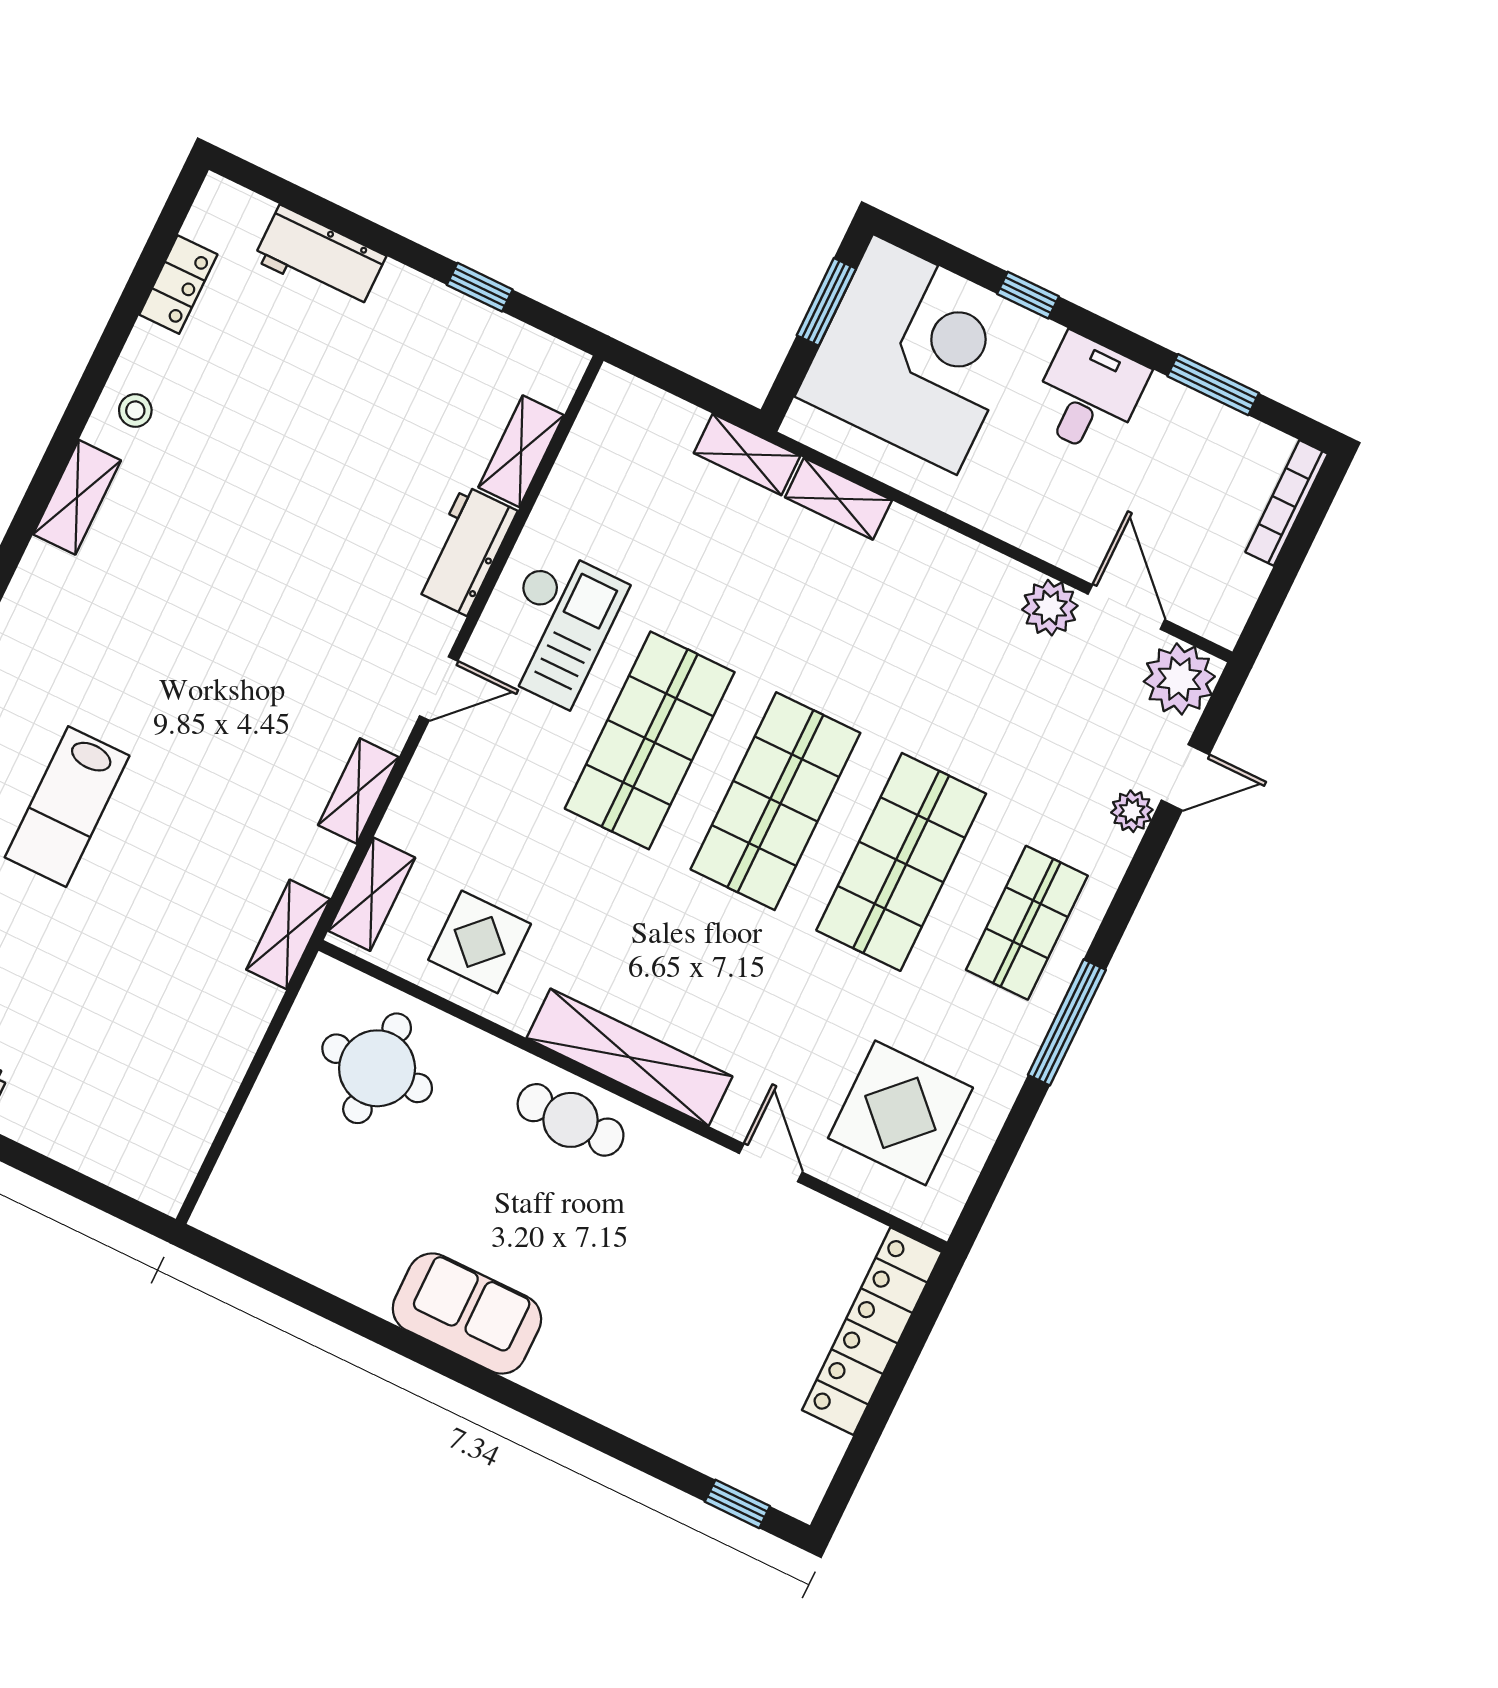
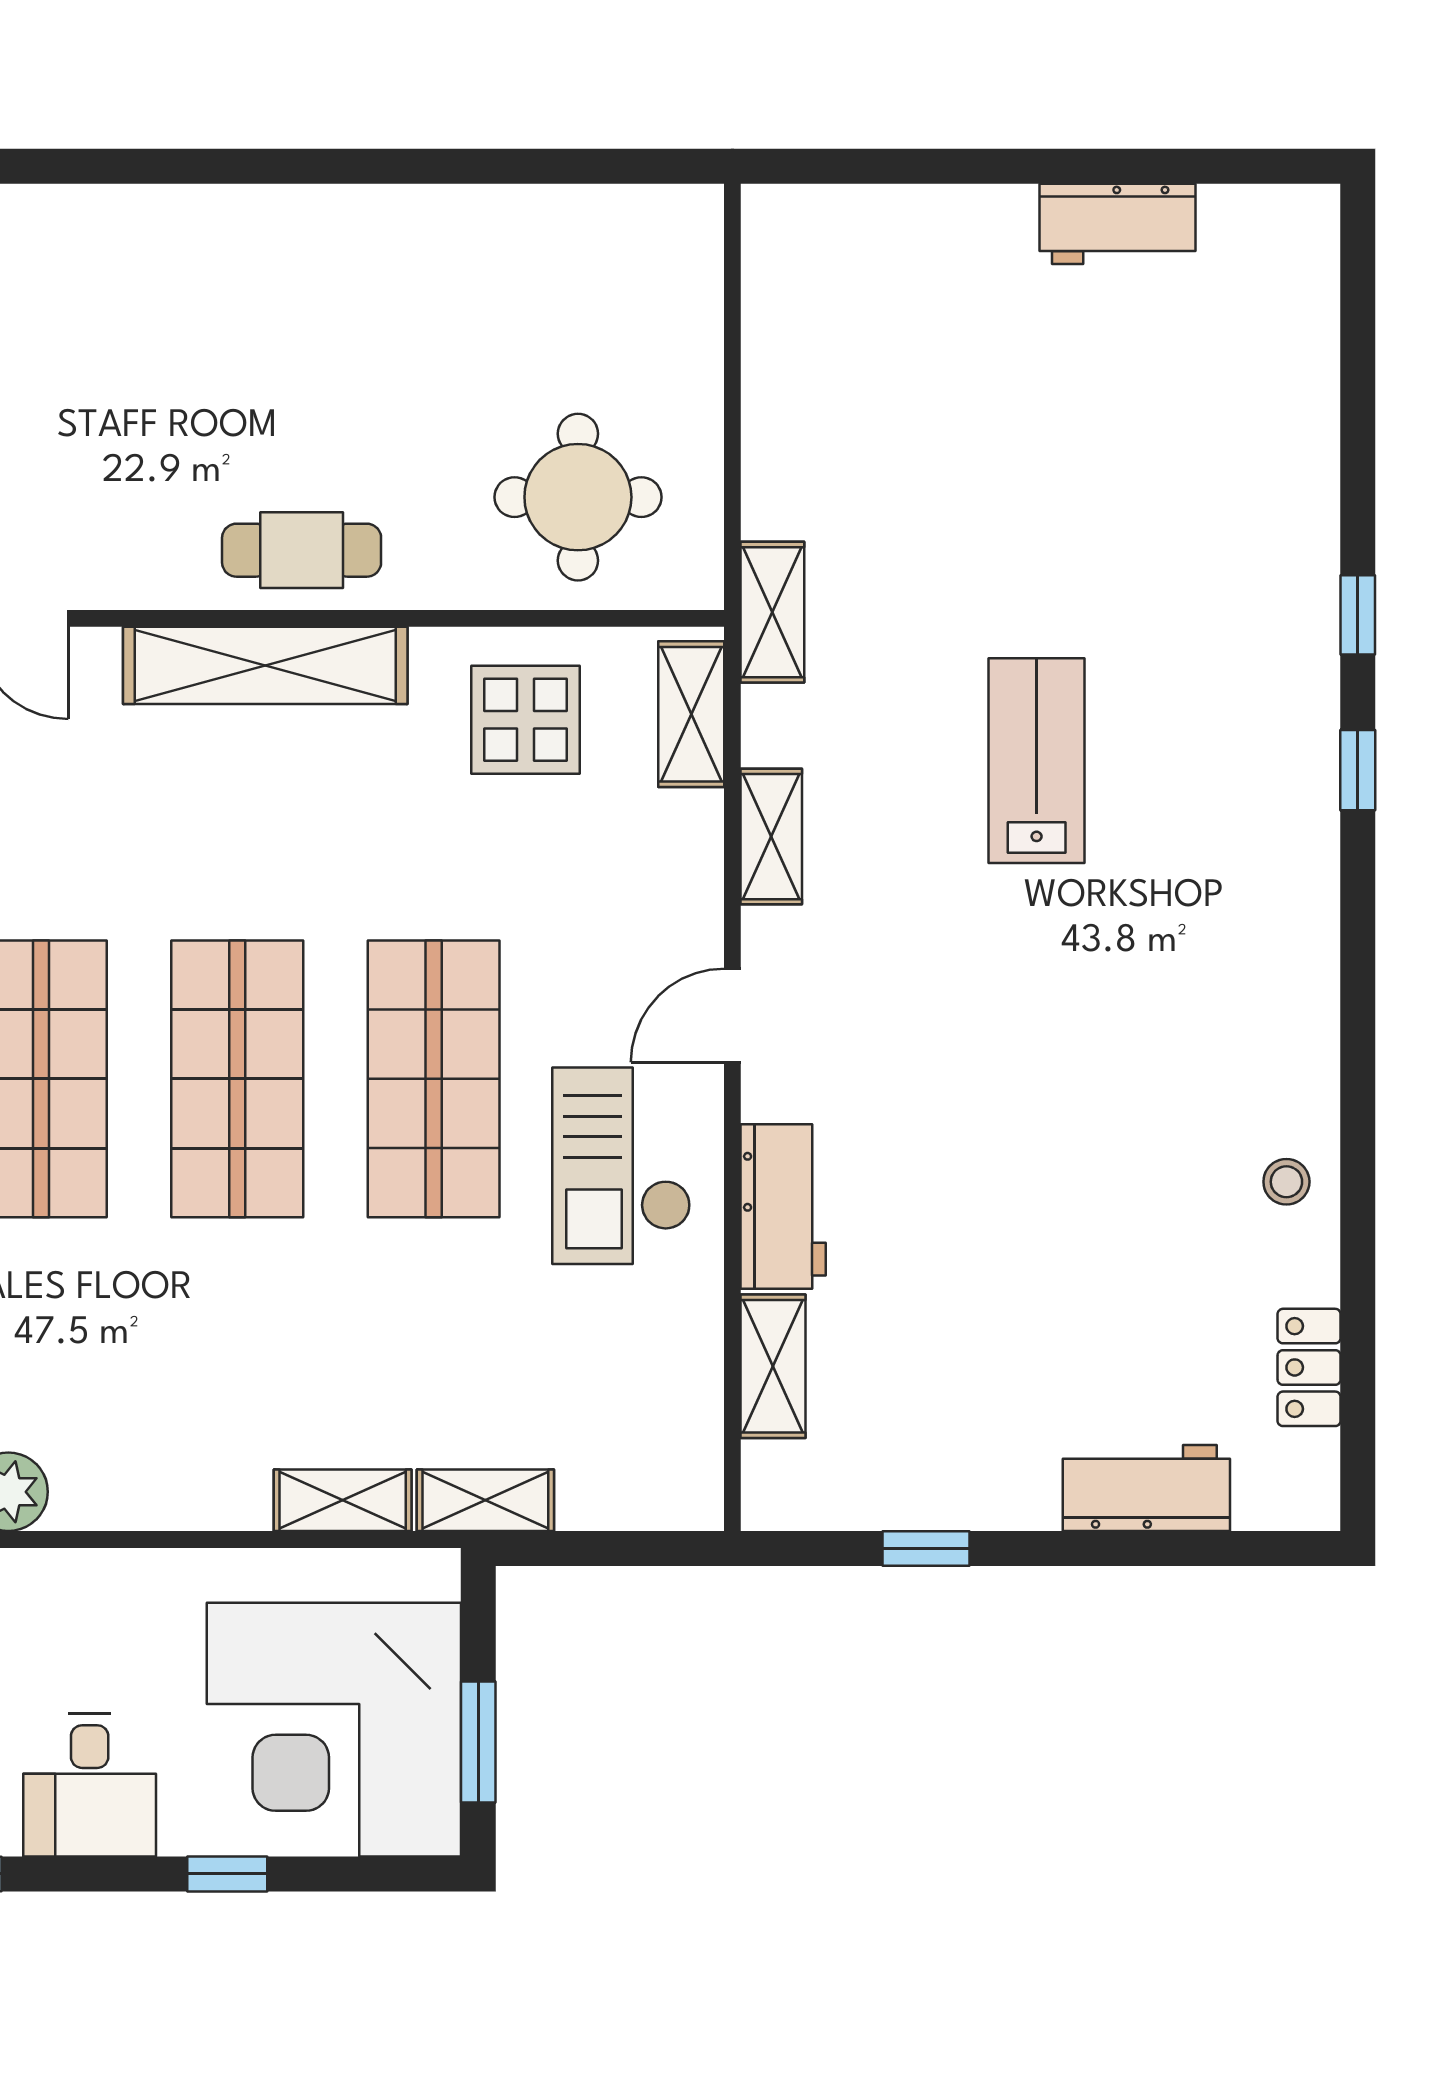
shelving: (77, 497) -> (1307, 1036), removed
lab bench: (67, 807) -> (1037, 761), moved
sofa: (467, 1314) -> (314, 242), removed

